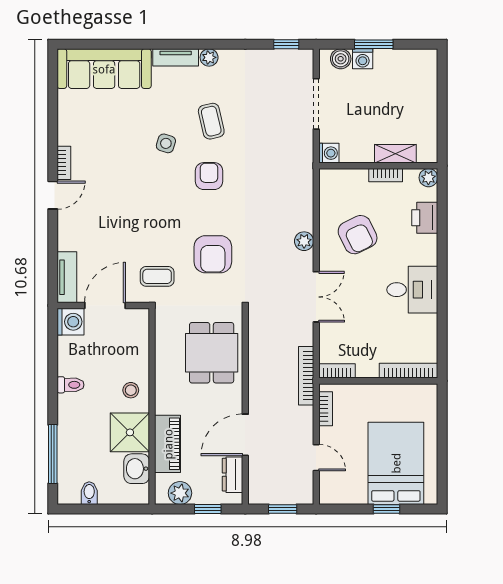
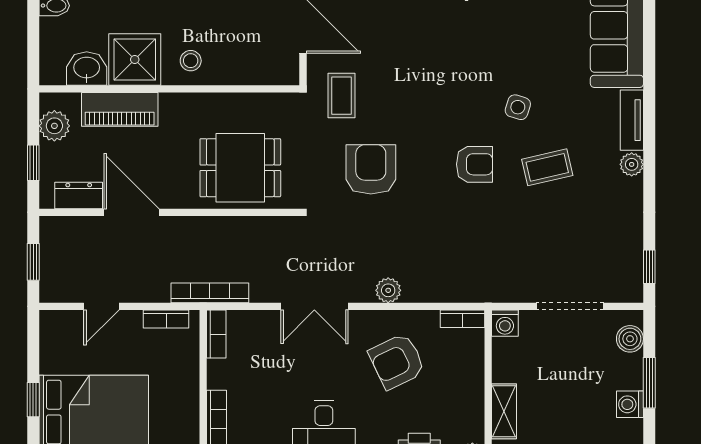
washing machine: (363, 59) -> (630, 404), moved
bookcase: (386, 175) -> (462, 319), moved, turned -90
armchair: (213, 254) -> (371, 169), turned 90

